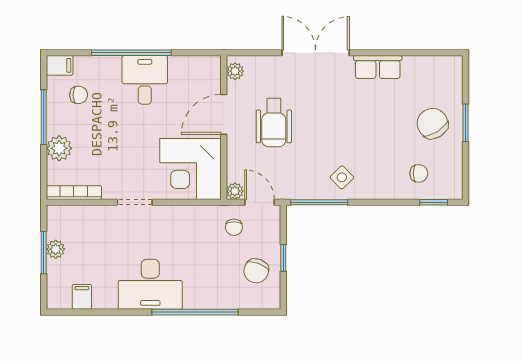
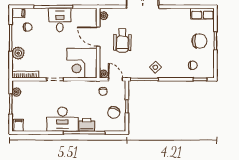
row of seats: (378, 67) -> (202, 14), moved
door: (224, 114) -> (98, 37), hinge flipped
chair: (432, 123) -> (199, 41), turned 122
plant: (56, 249) -> (16, 92), moved
printer: (200, 296) -> (87, 125), added
filing cabinet: (82, 297) -> (19, 125), moved

